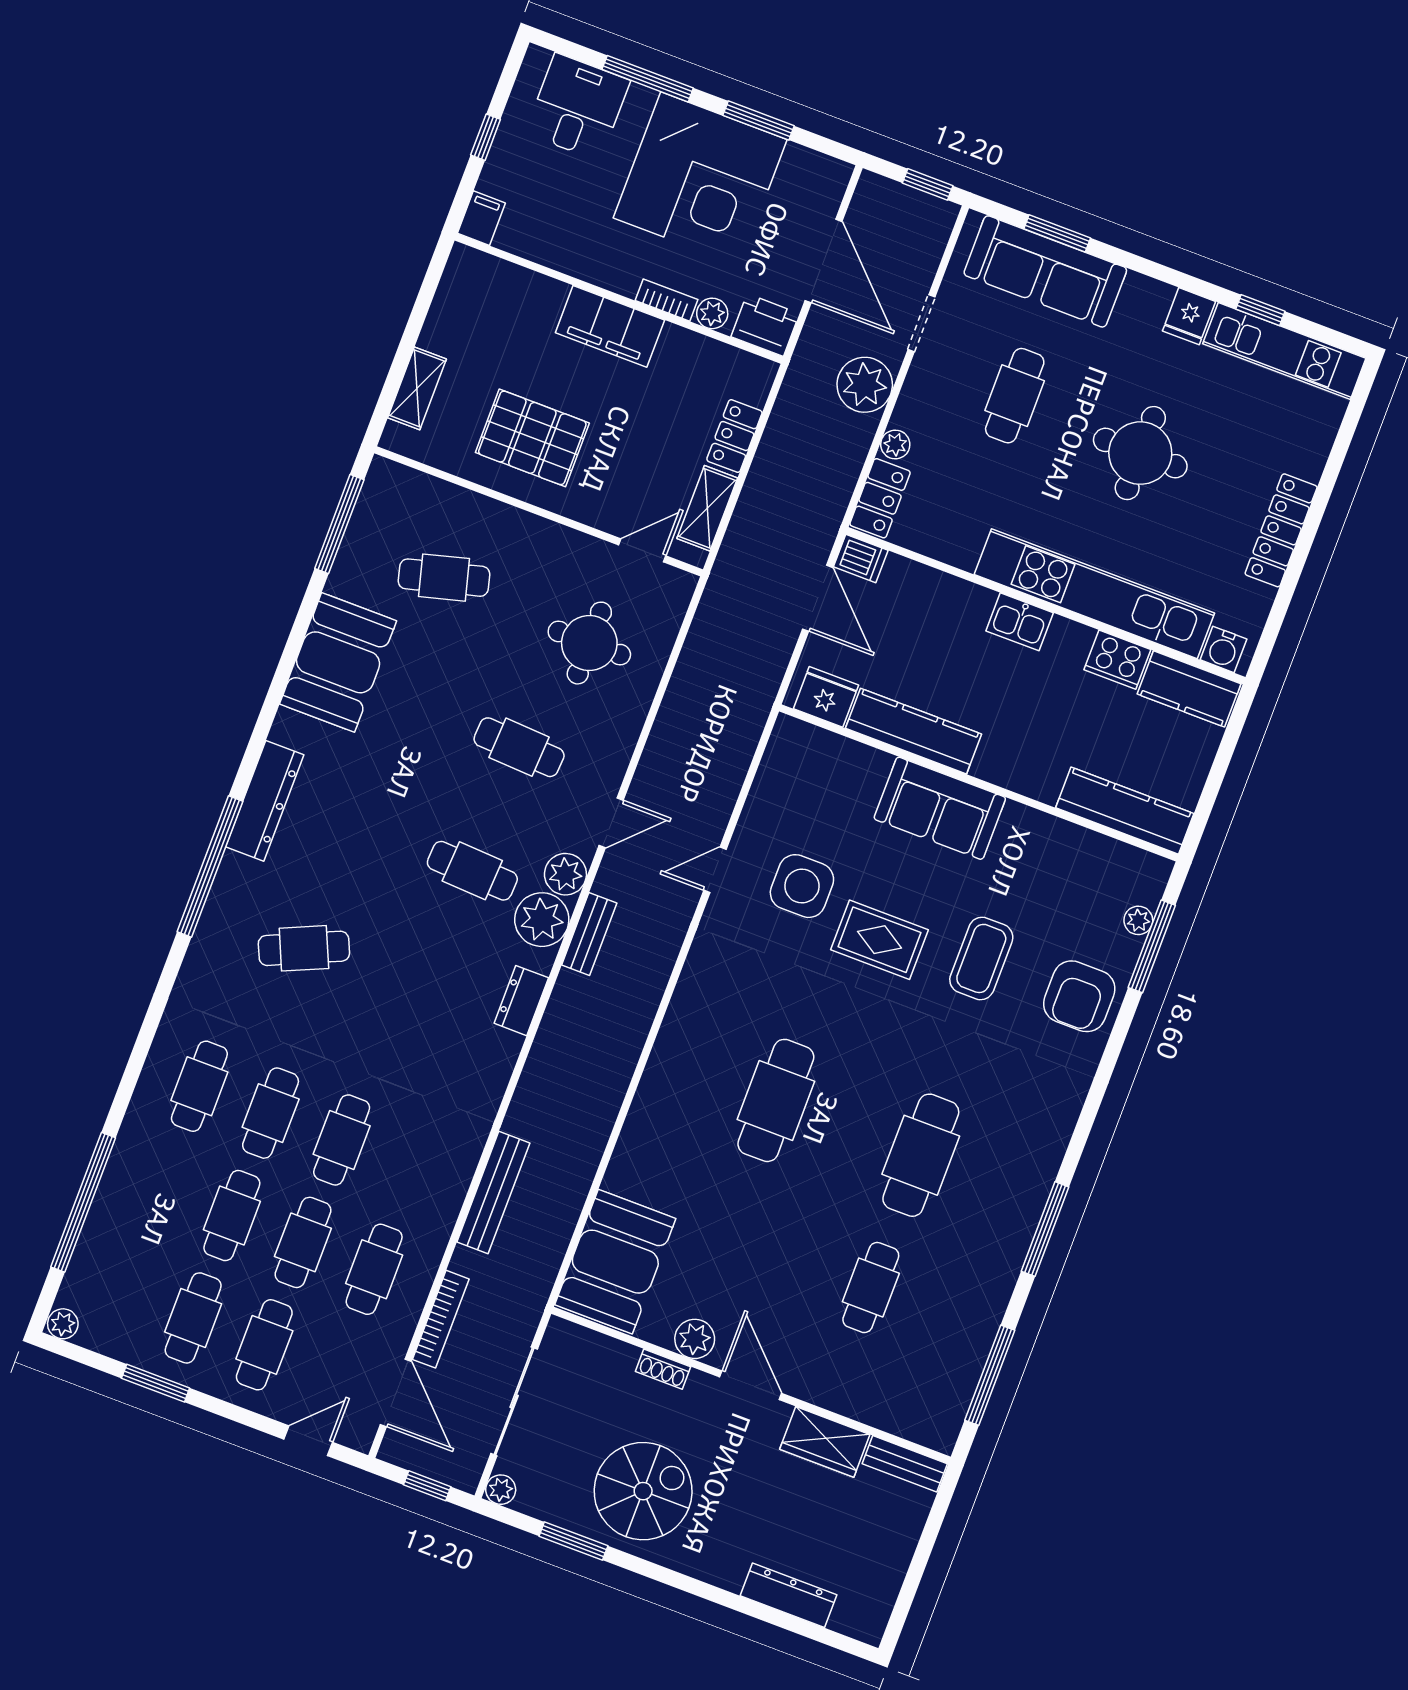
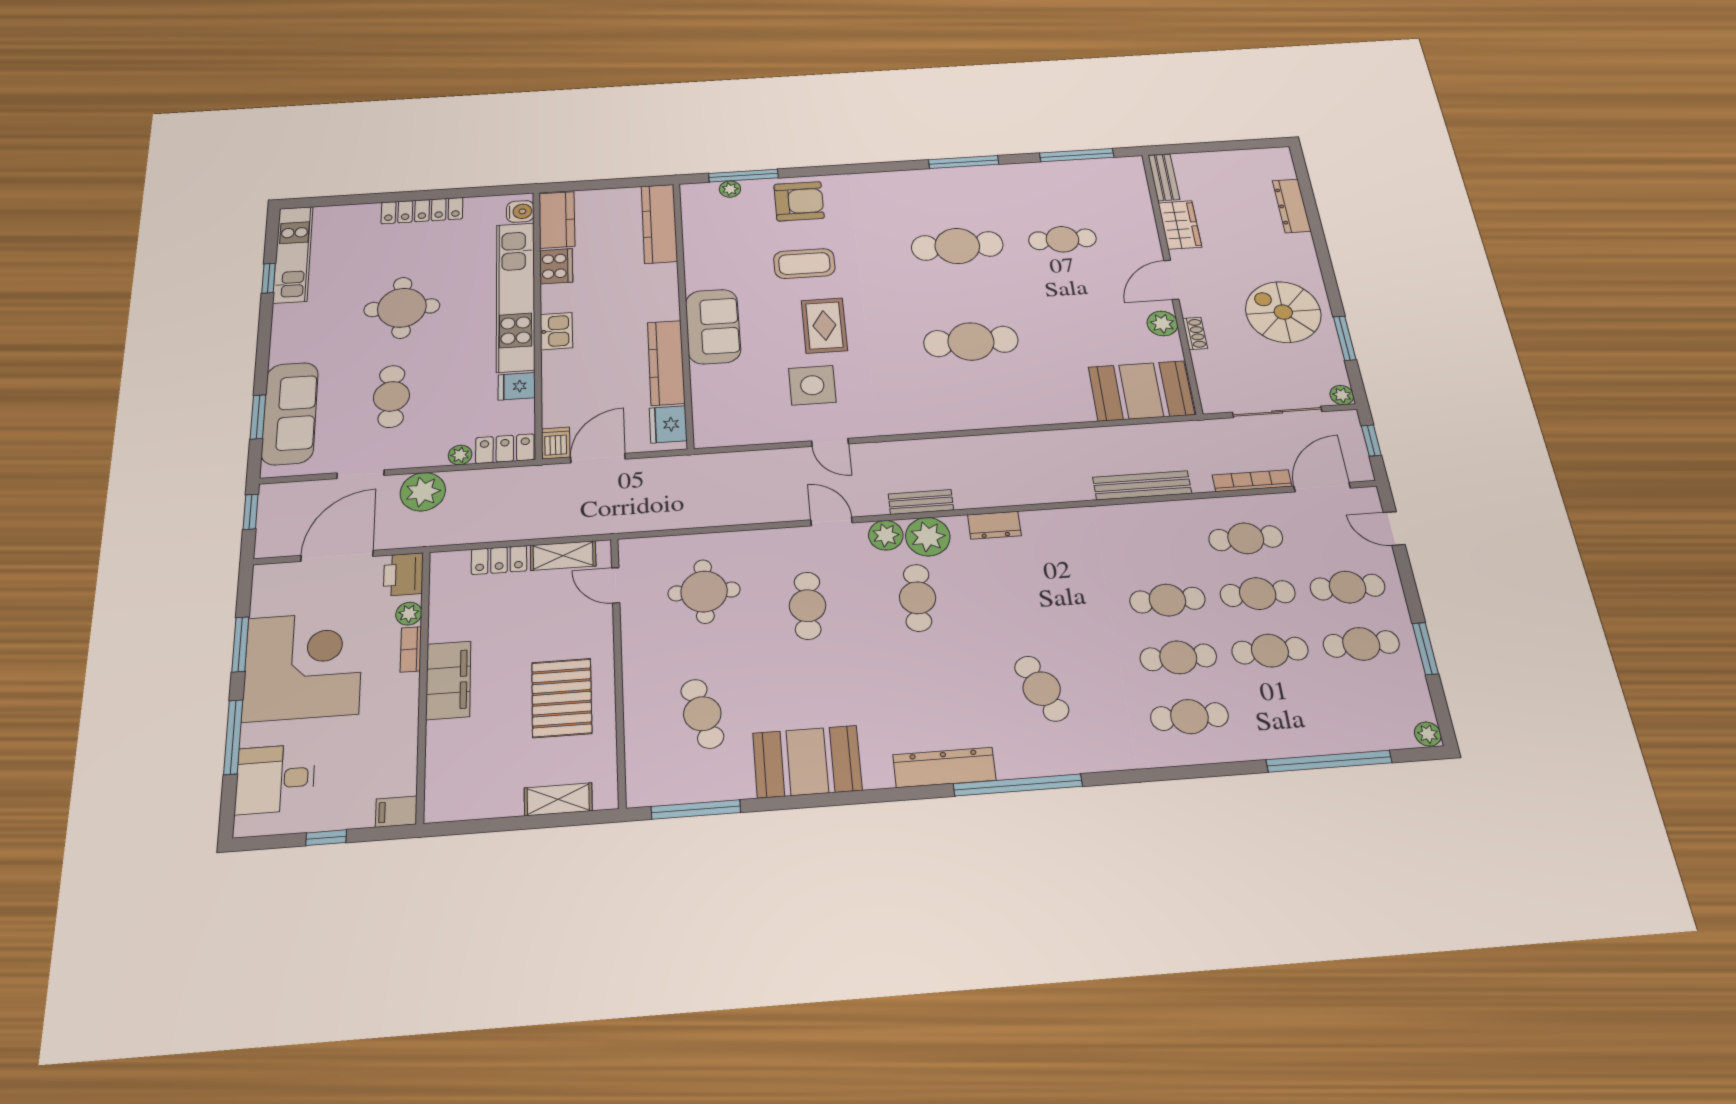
fridge: (1189, 316) -> (517, 386), moved, turned 180
cafe table: (1015, 396) -> (391, 396), turned 90

